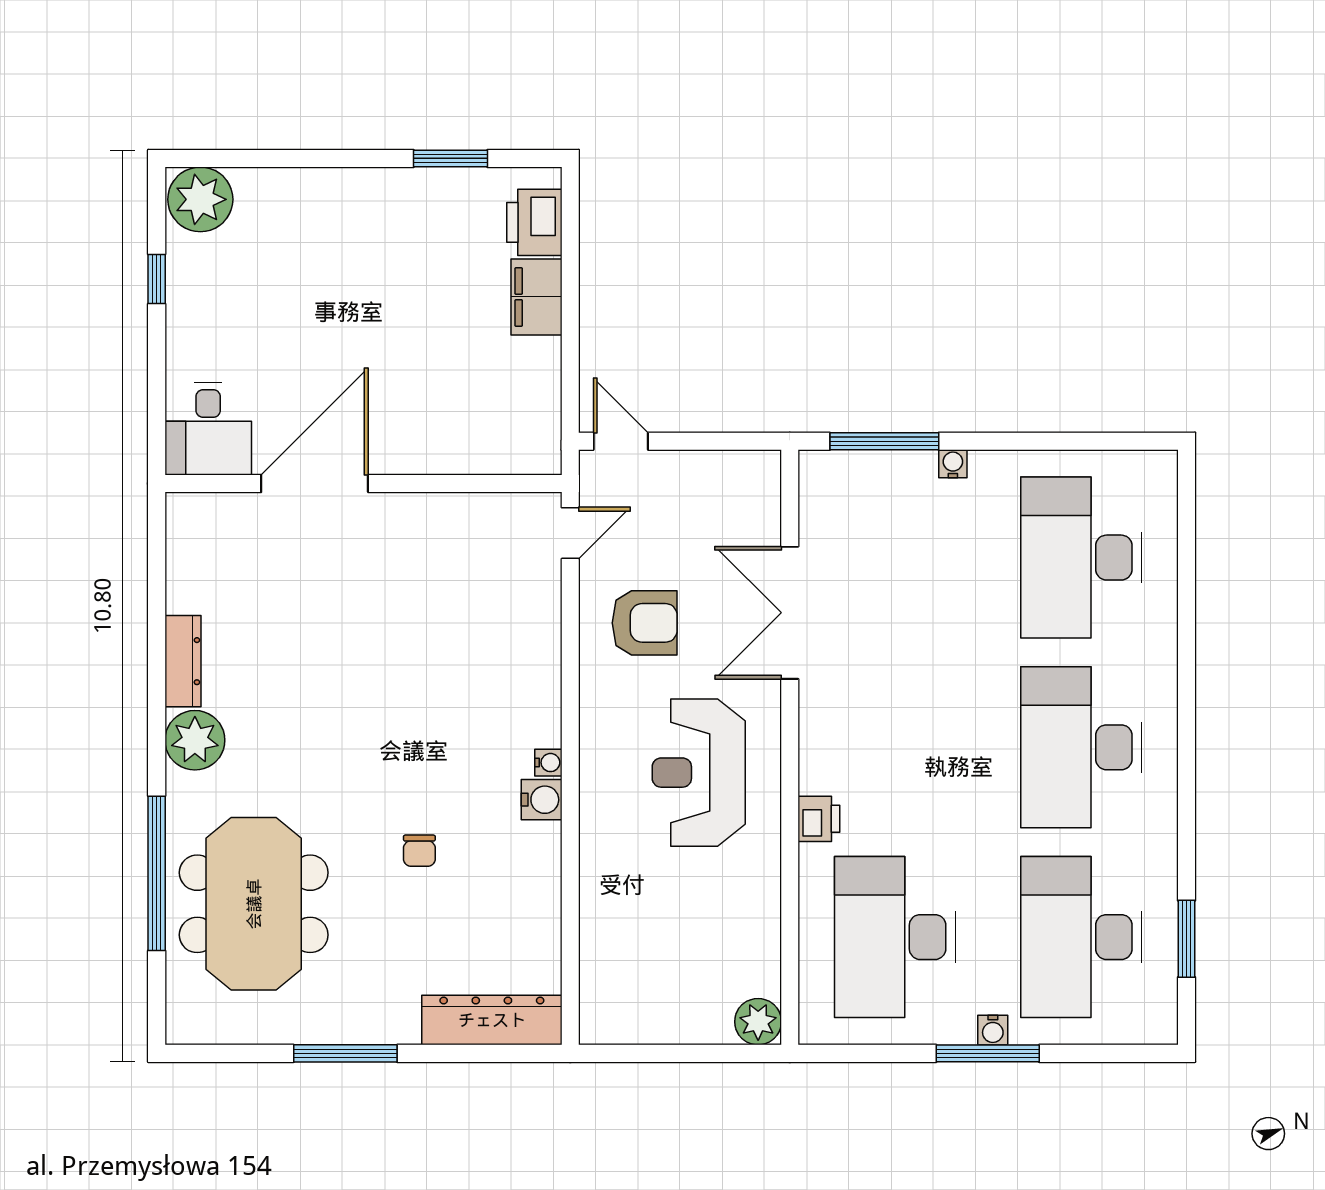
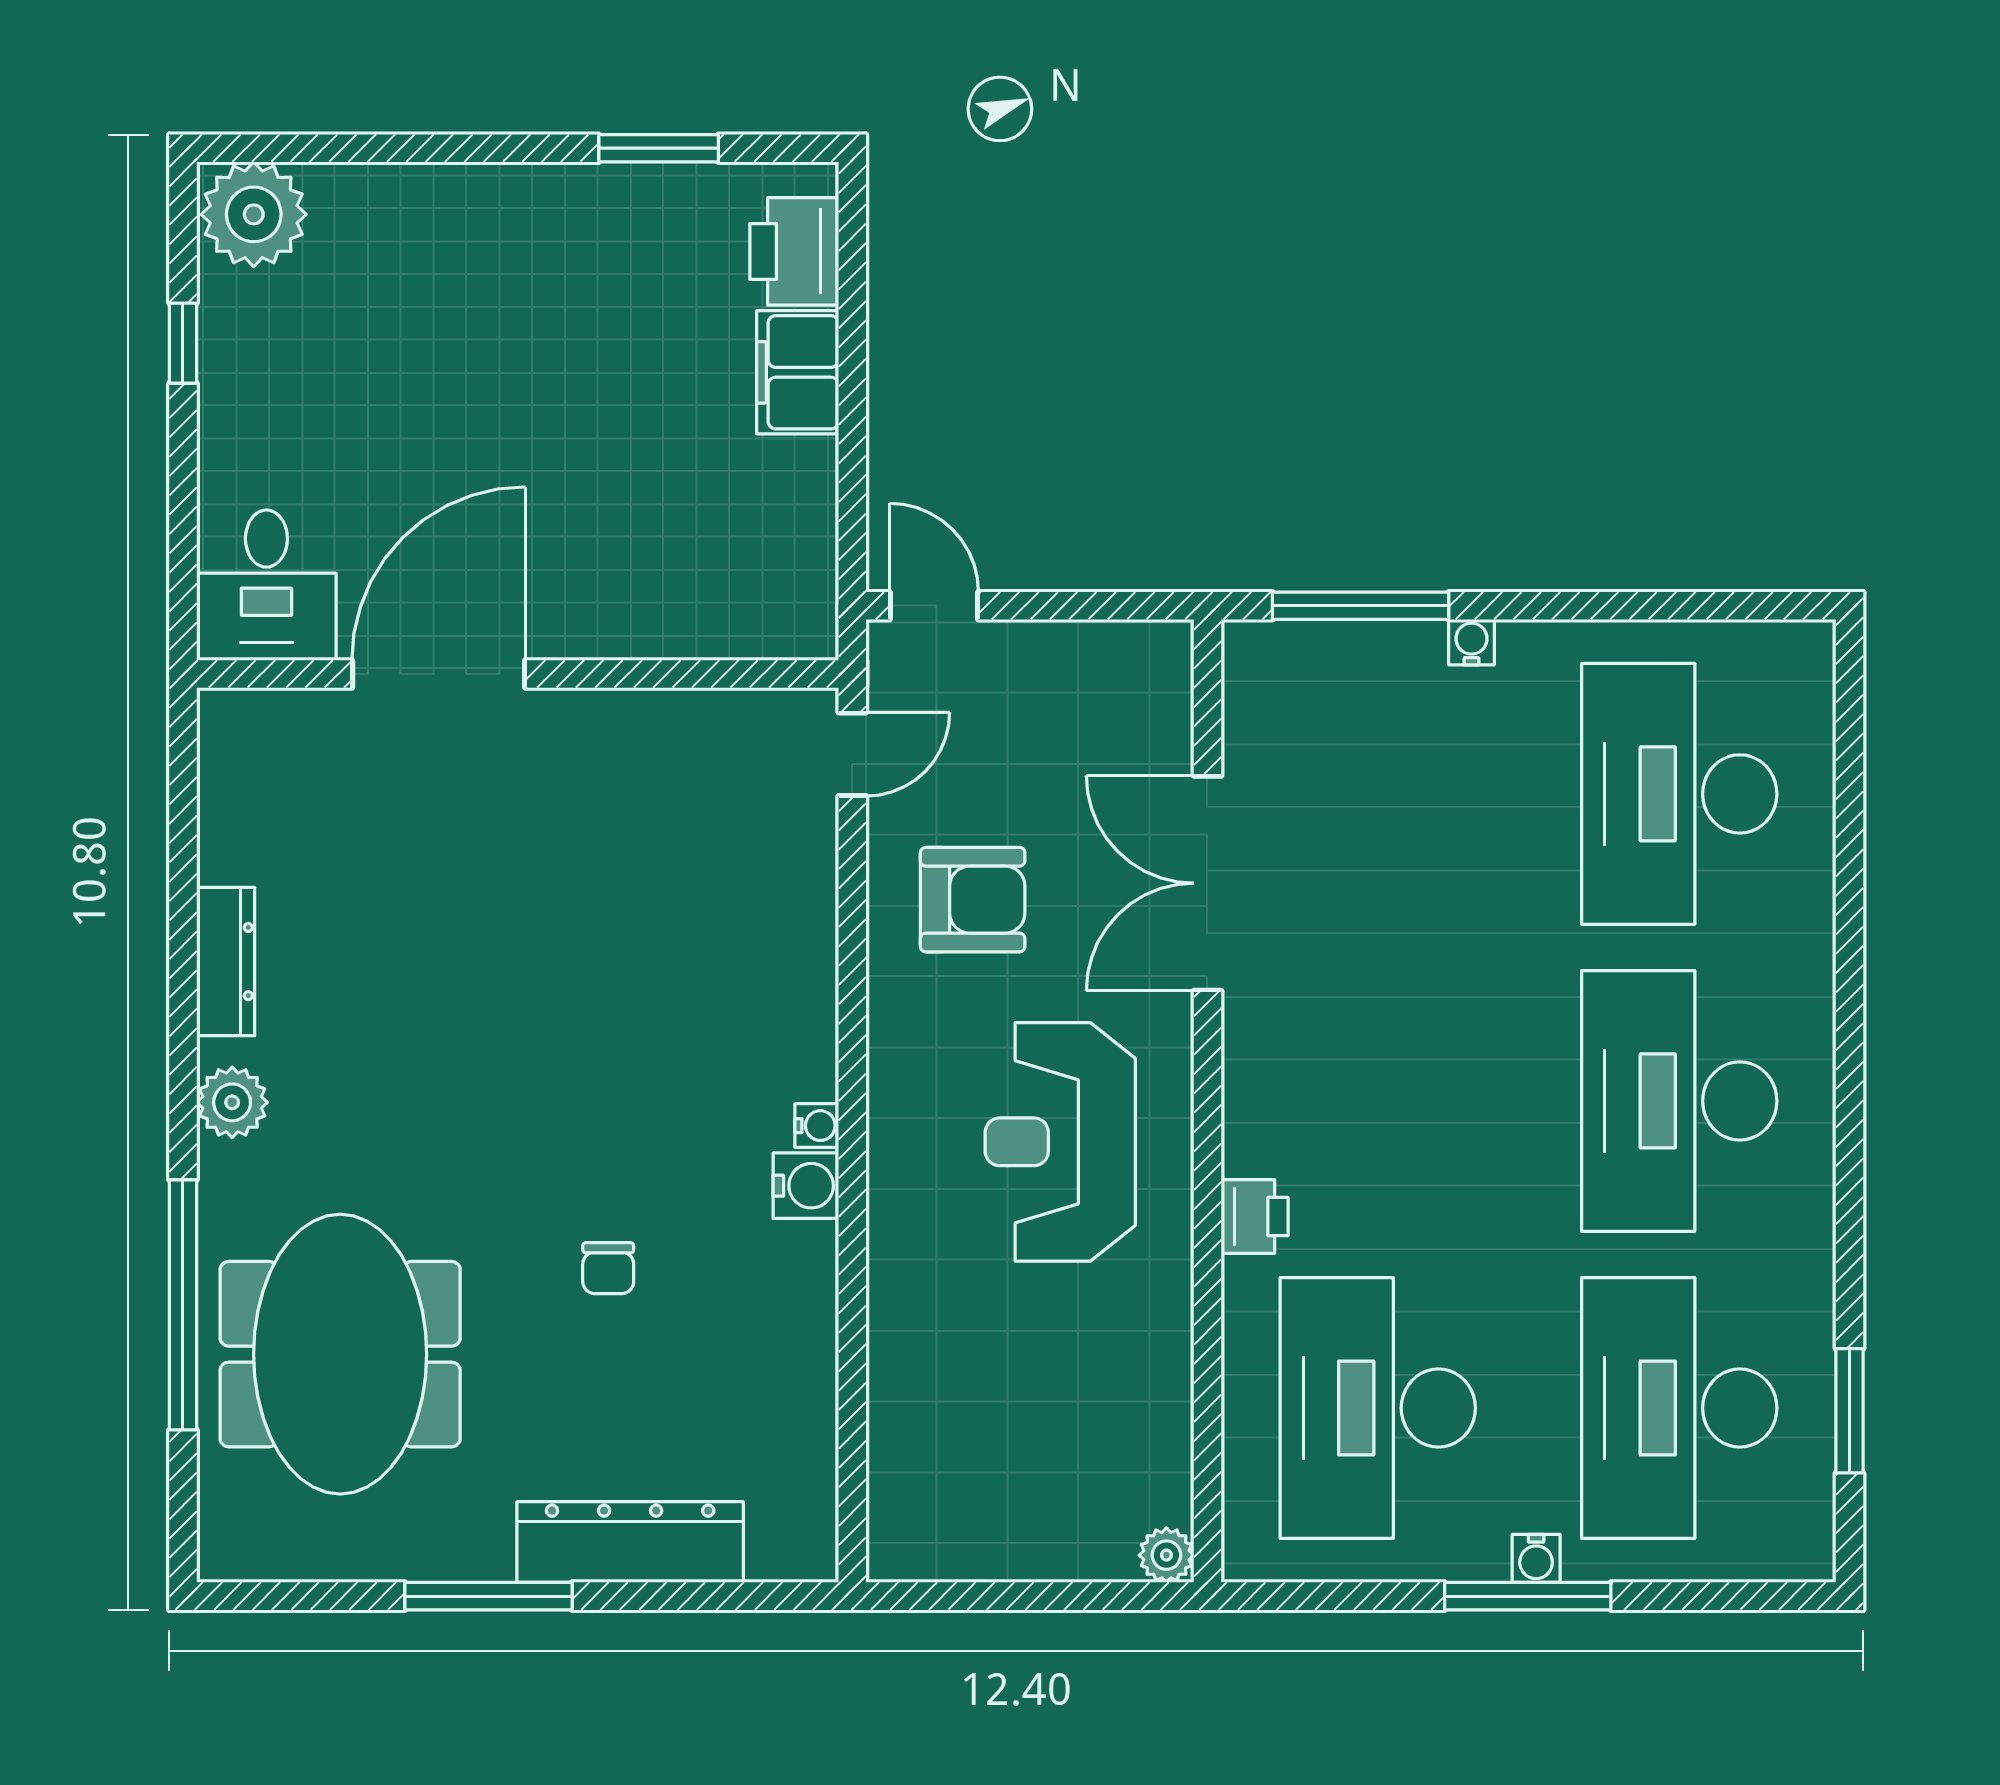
plant: (195, 740) -> (232, 1102), width x0.73, depth x0.73
dresser: (492, 1020) -> (630, 1542), moved
plant: (758, 1022) -> (1166, 1555), width x0.73, depth x0.73

